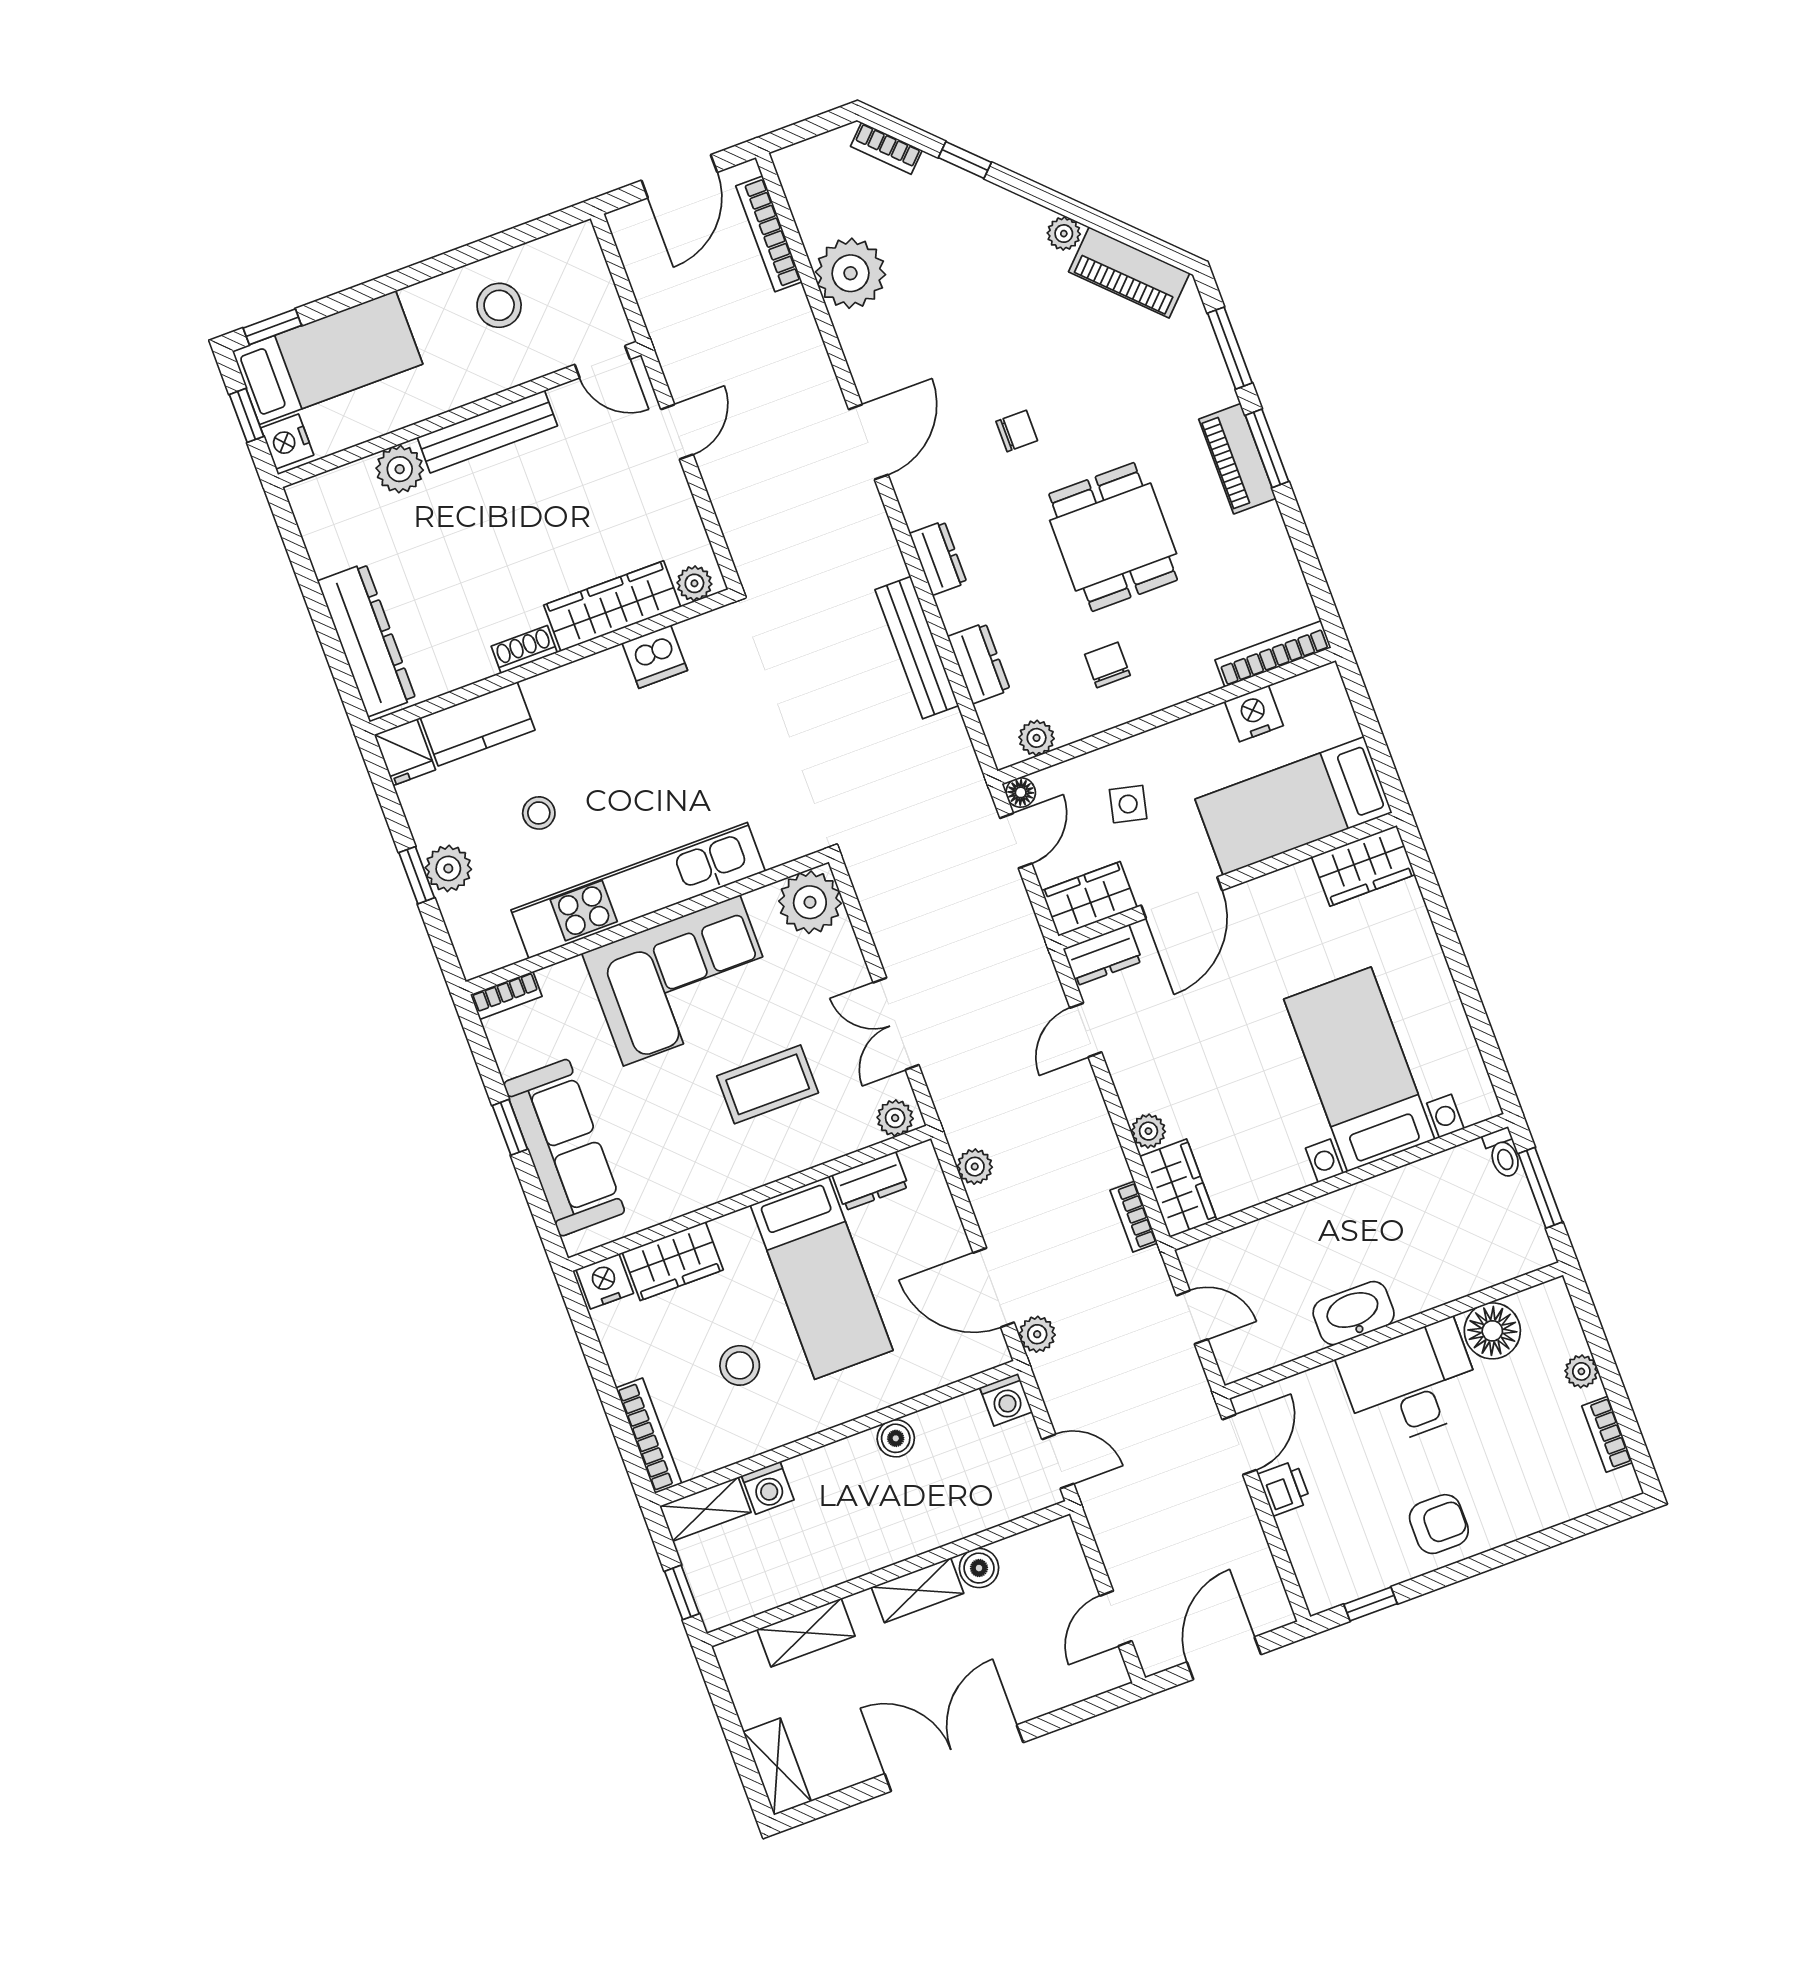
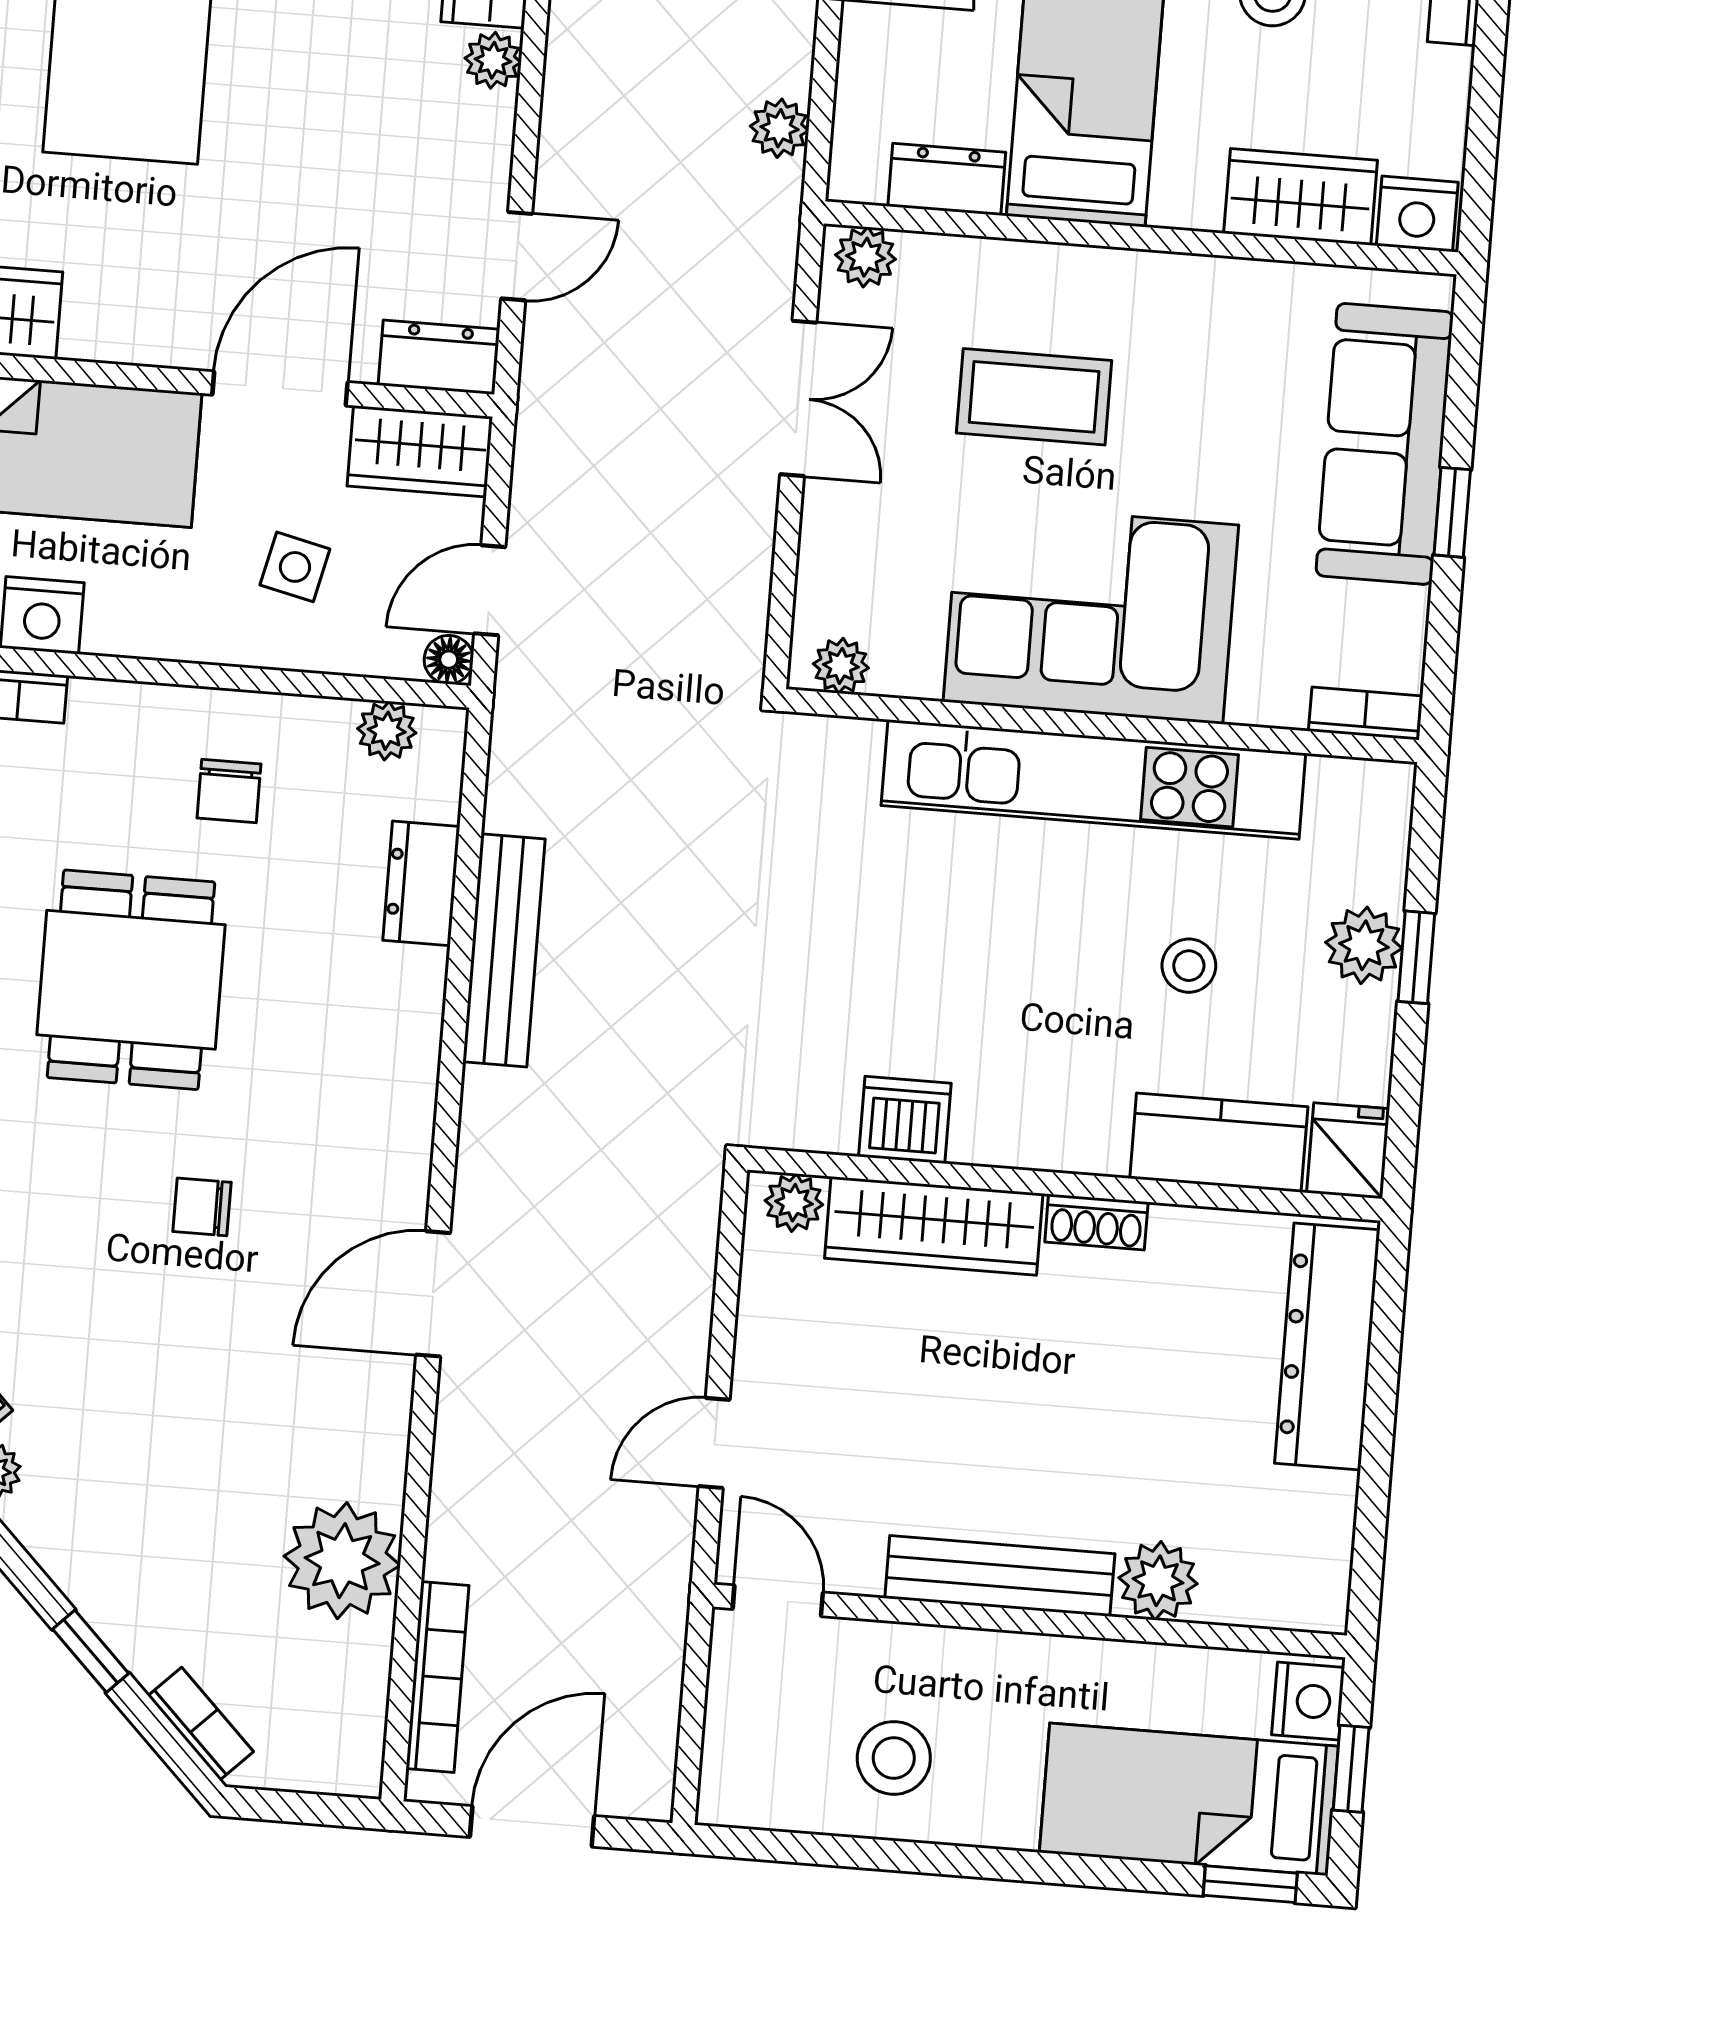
dresser: (938, 558) -> (409, 1070), removed
plant: (810, 902) -> (841, 666), width x0.53, depth x0.53

